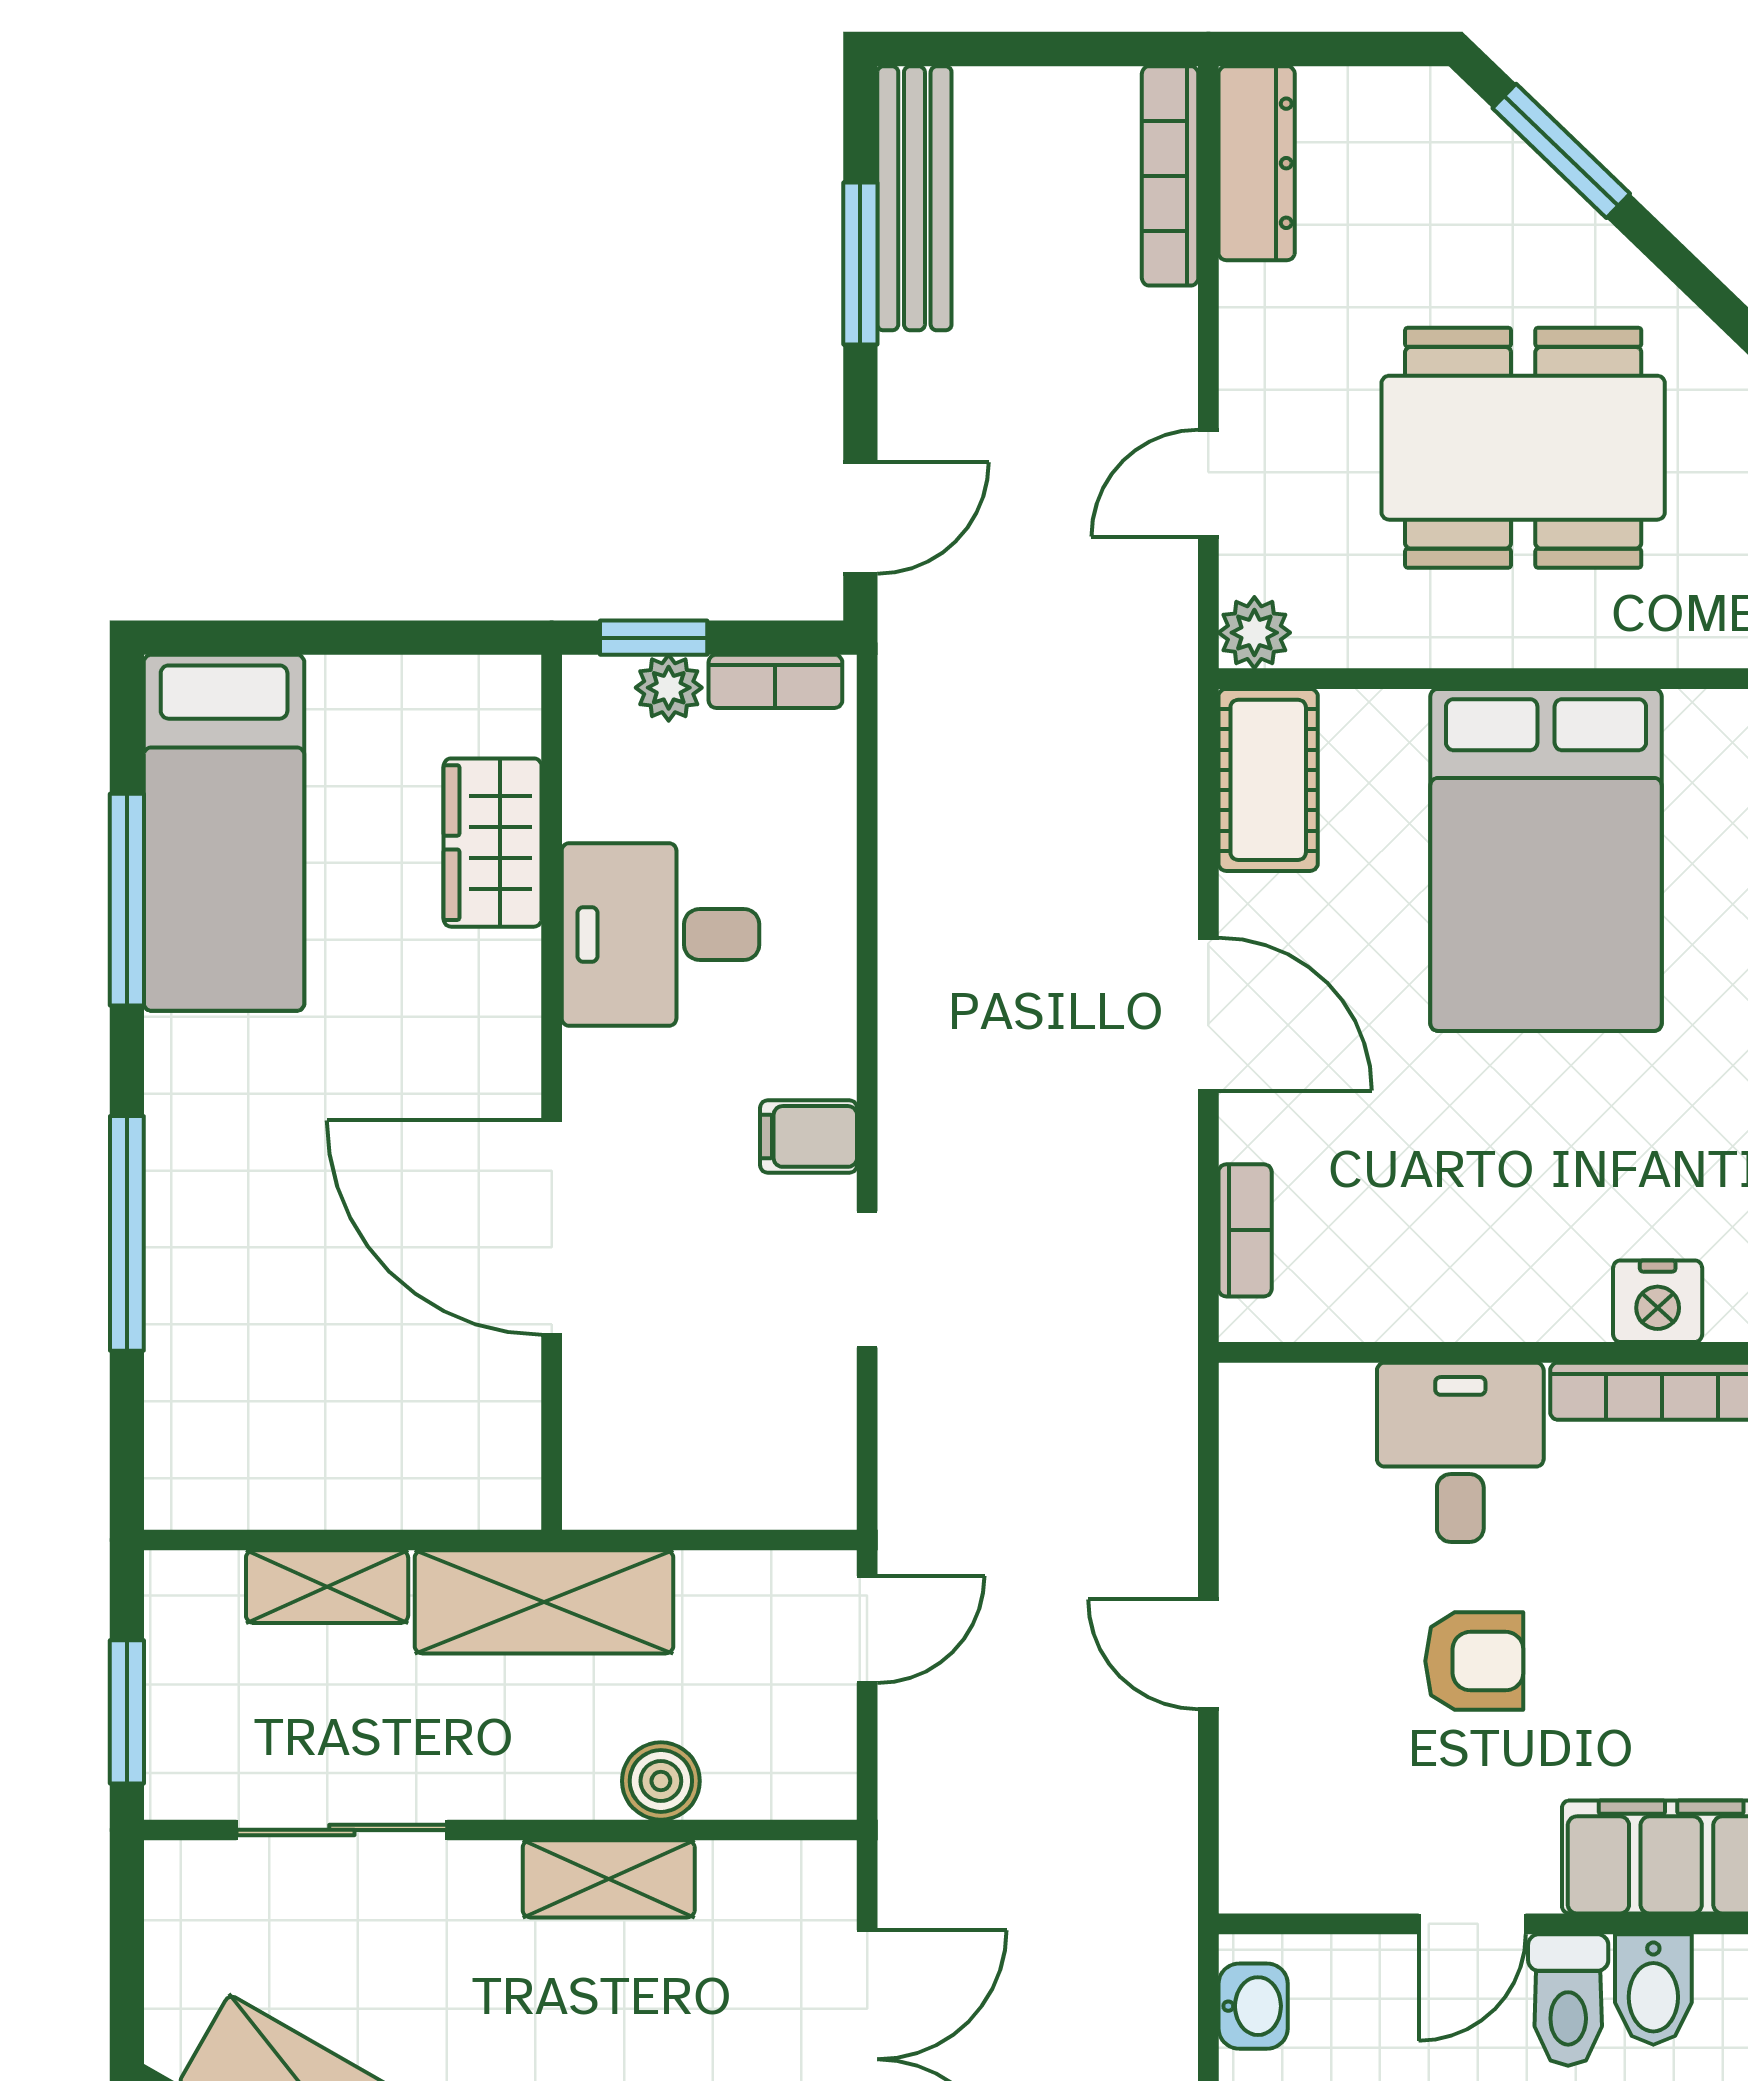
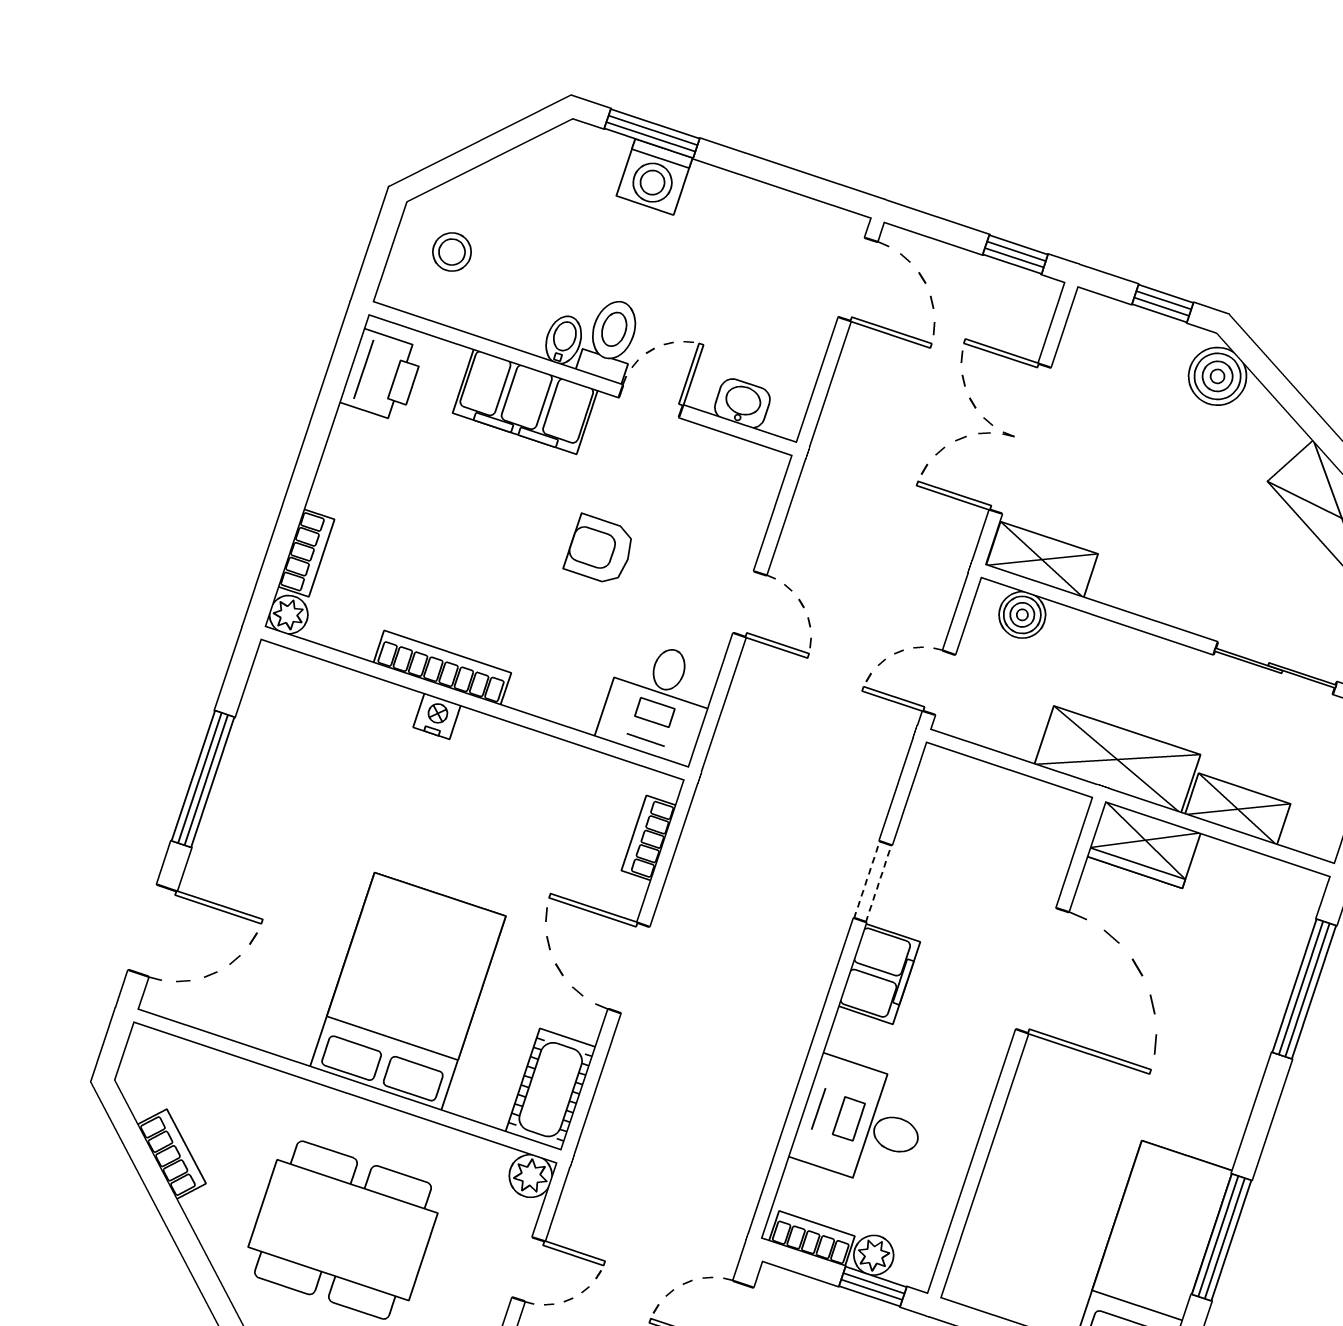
wardrobe: (493, 843) -> (1144, 845), moved, turned 90
desk: (660, 934) -> (861, 1123), moved, turned 180
filing cabinet: (809, 1136) -> (879, 974), width x2.00
window: (127, 1233) -> (1304, 989), moved
nightstand: (1658, 1301) -> (437, 716), width x0.72, depth x0.74
desk: (1460, 1452) -> (659, 701), moved
boiler: (661, 1781) -> (1022, 615), moved
shelving: (609, 1879) -> (1042, 560), moved
bidet: (1653, 1989) -> (564, 340), width x0.72, depth x0.74
washbasin: (1253, 2006) -> (742, 403), moved, turned 90

